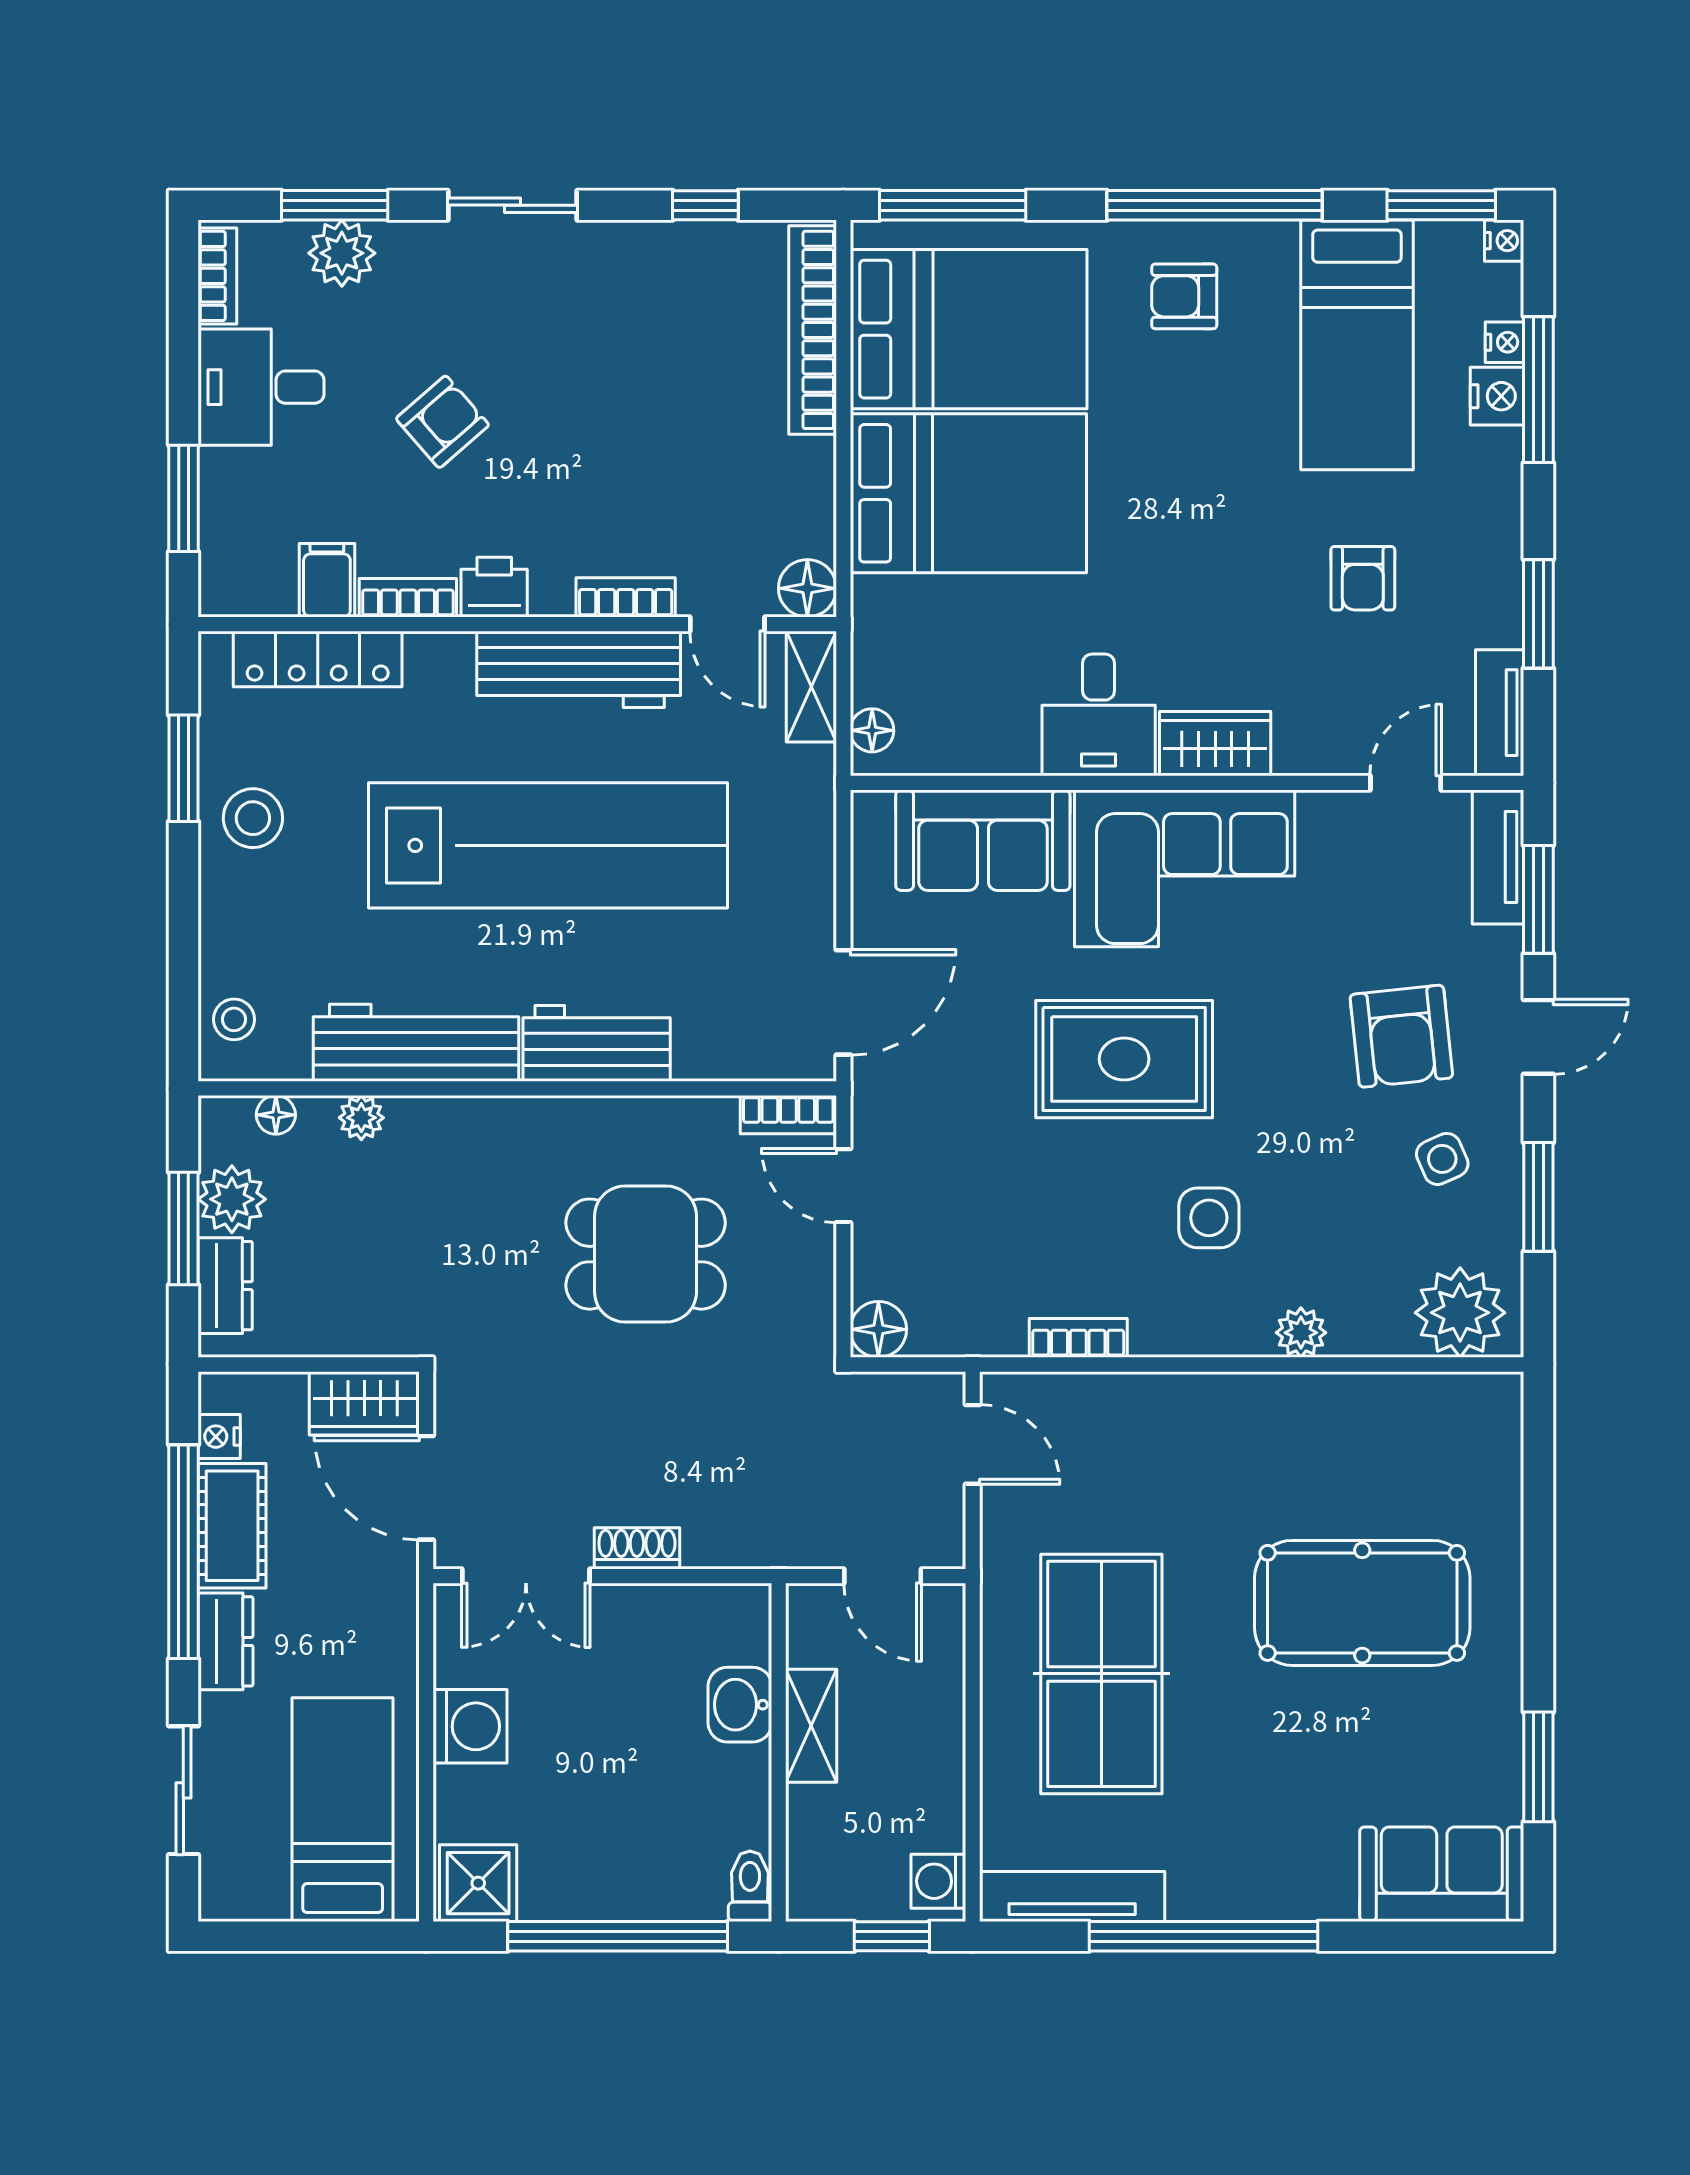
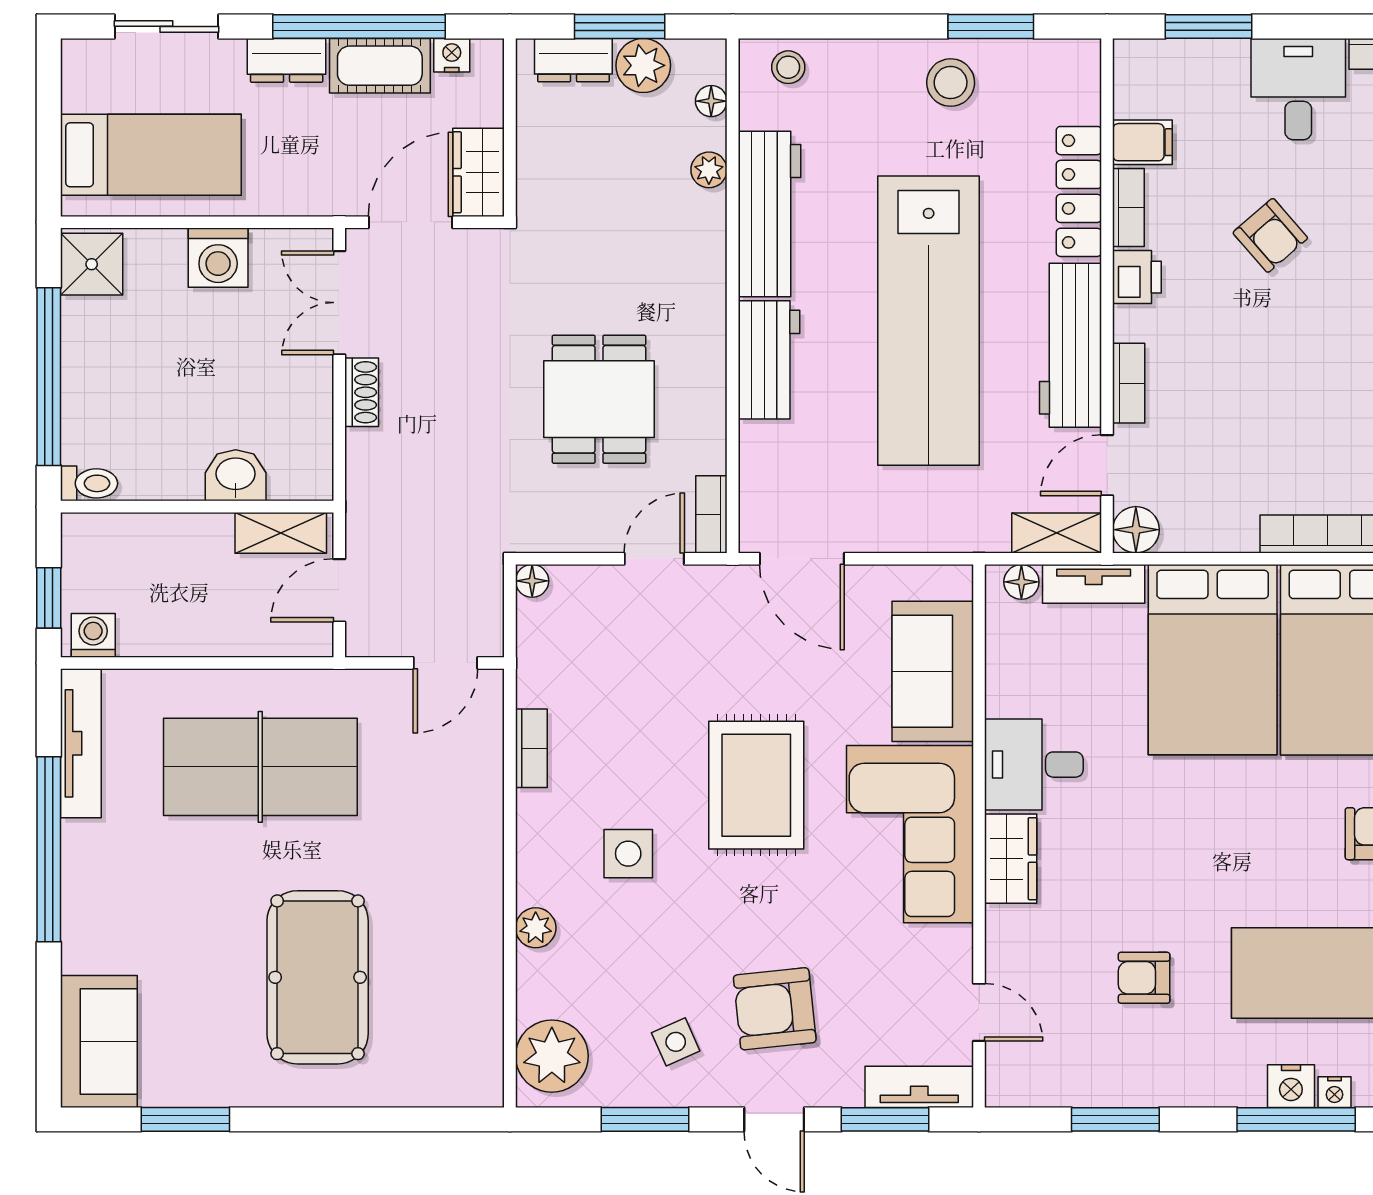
locker: (318, 659) -> (1079, 191), moved
tv unit: (1500, 713) -> (1094, 584), moved, turned 180
floor lamp: (878, 1329) -> (532, 581), width x0.73, depth x0.73
shelving: (811, 1726) -> (281, 533), moved

